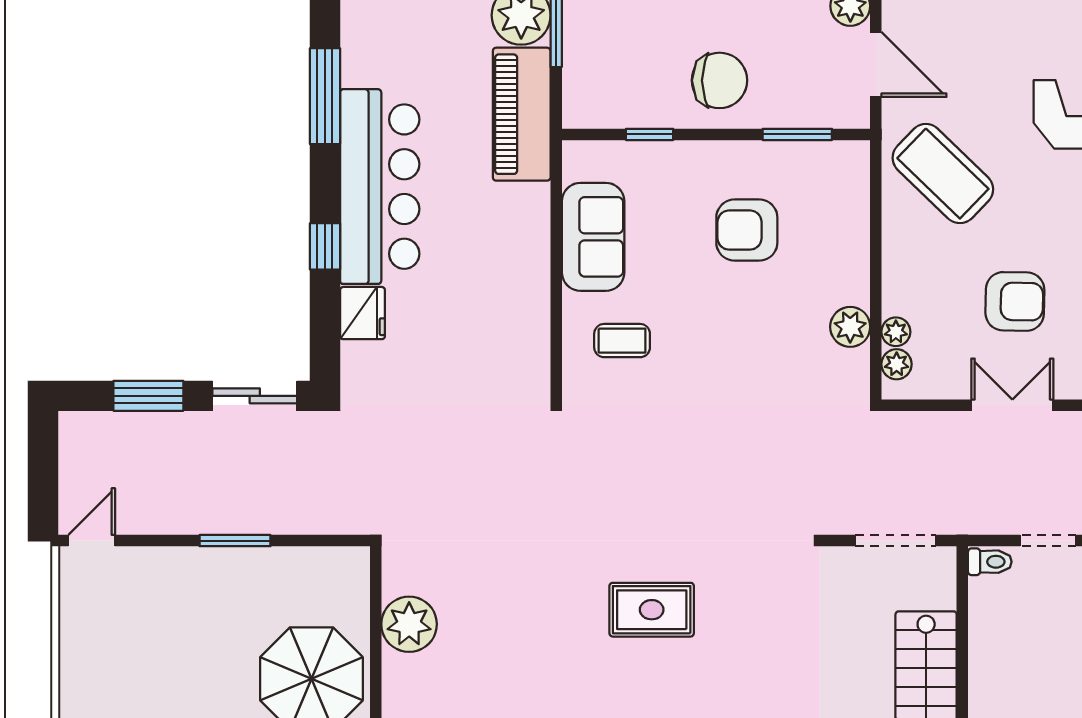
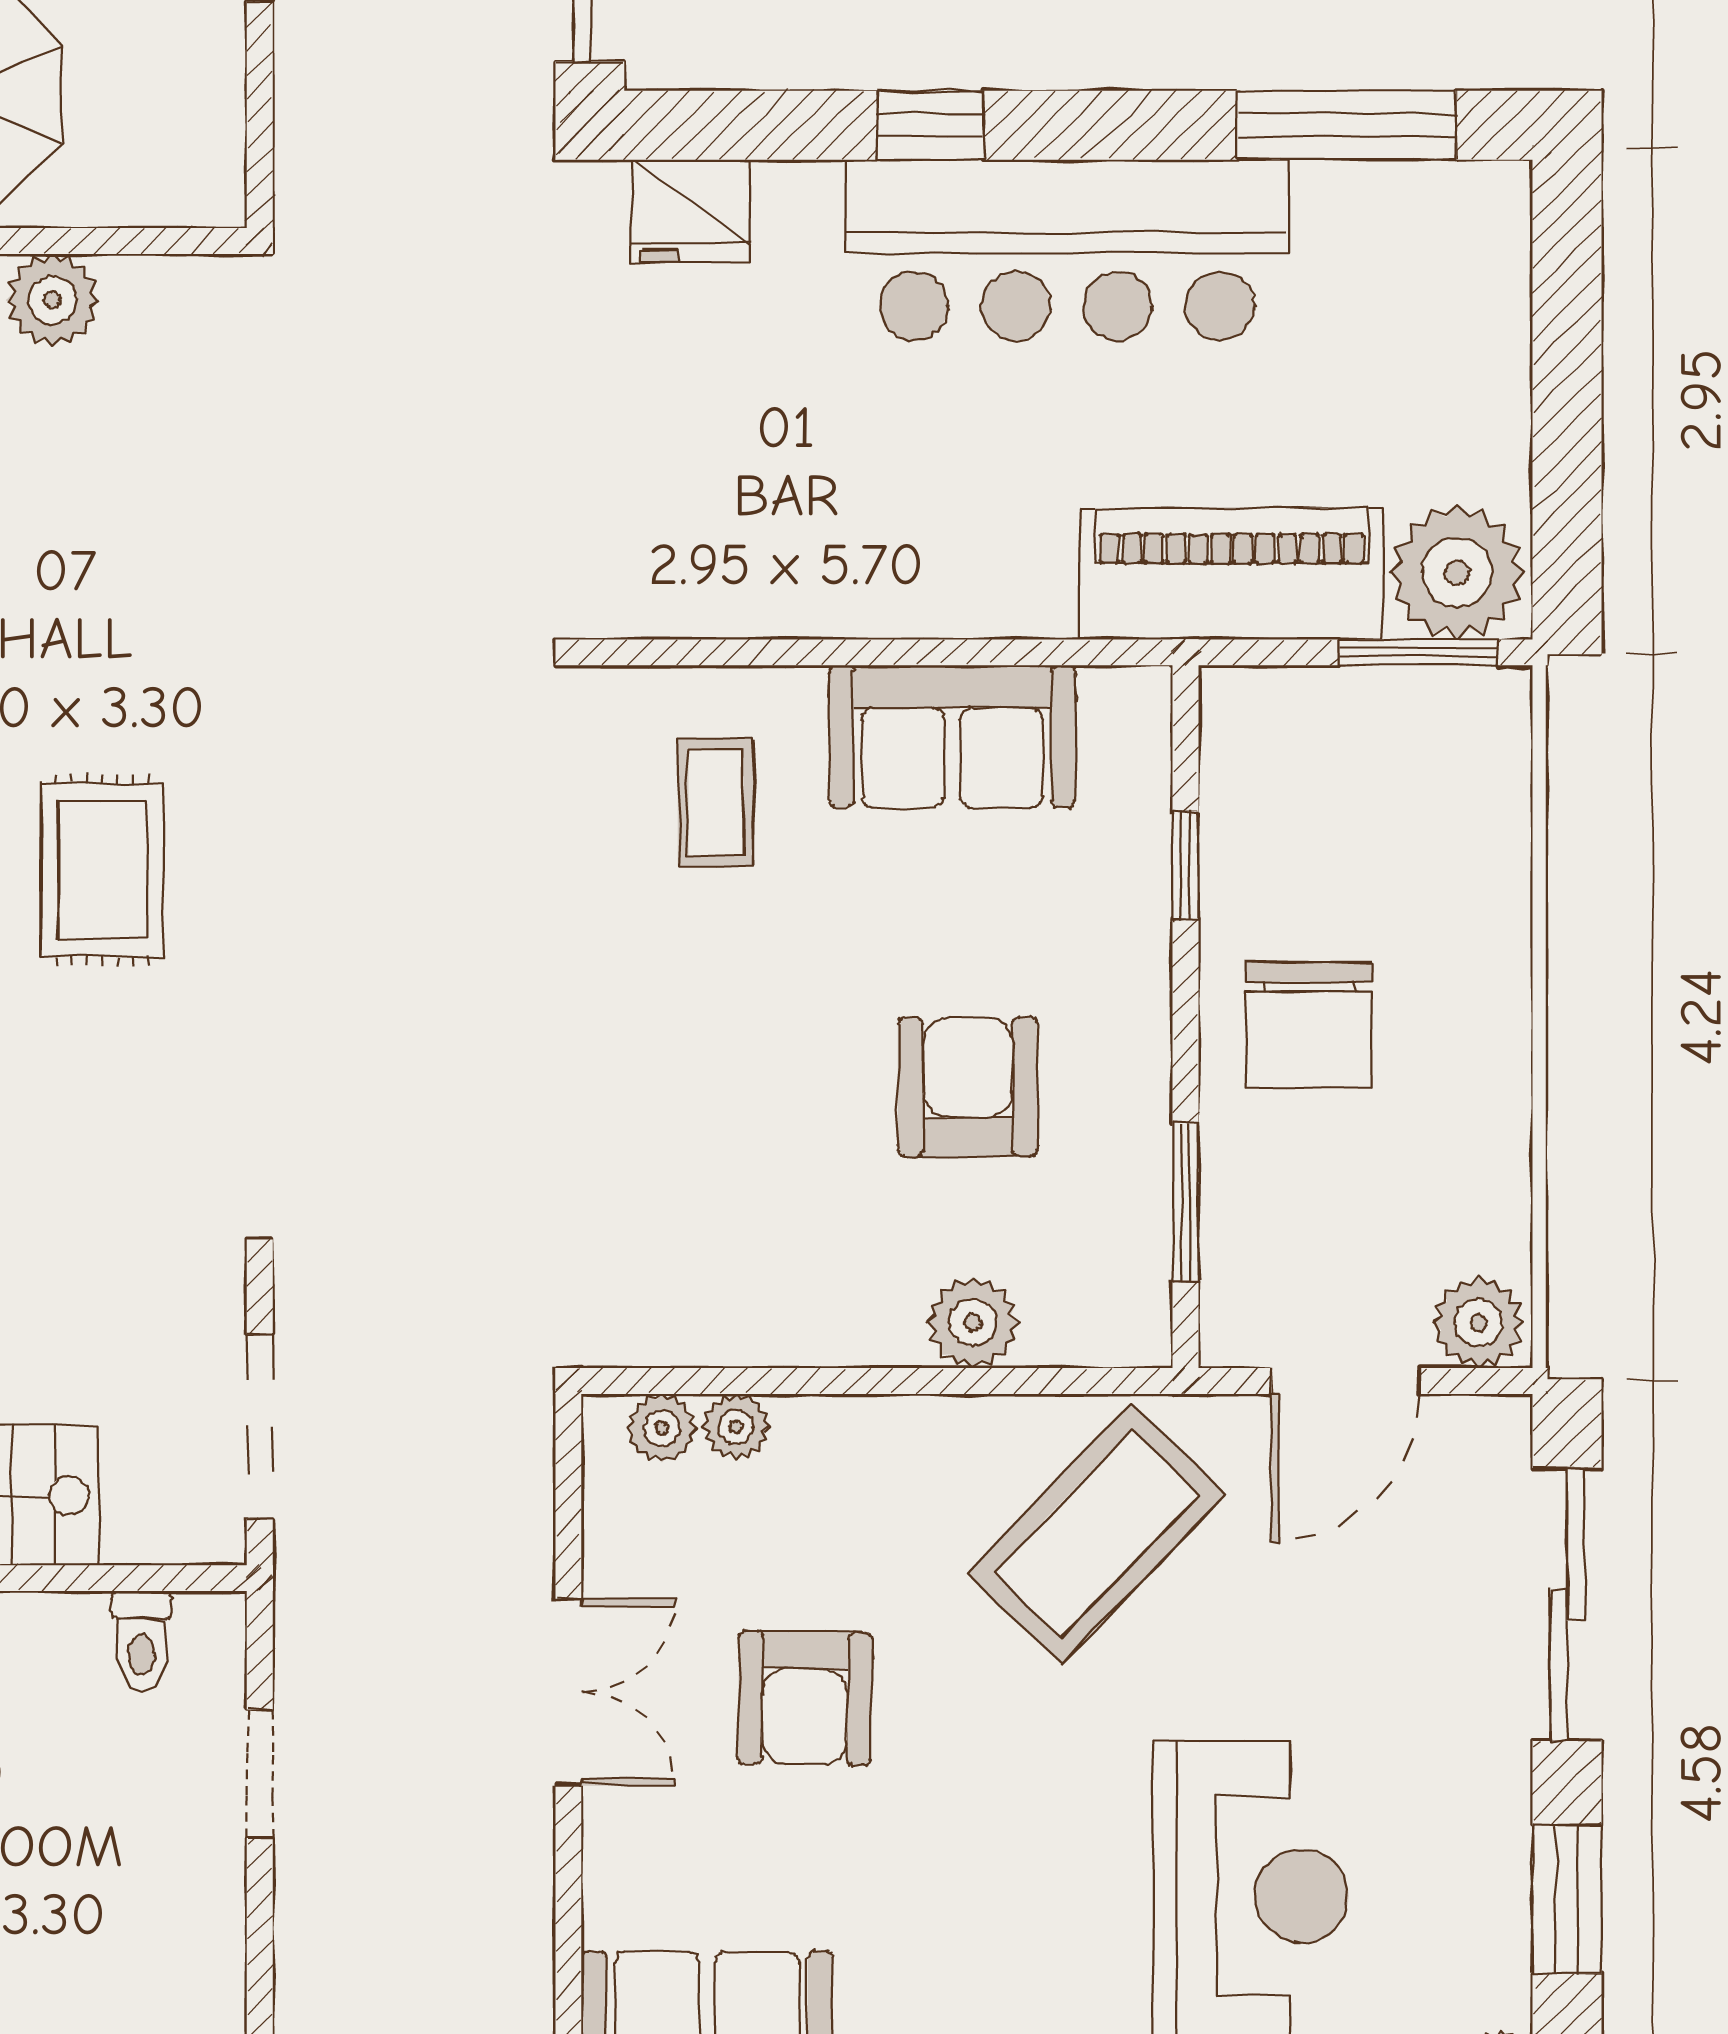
window: (325, 96) -> (1347, 125), moved
fridge: (363, 313) -> (691, 211), moved
plant: (850, 327) -> (973, 1323), moved
toilet: (990, 562) -> (142, 1641), moved
plant: (409, 624) -> (52, 300), width x0.73, depth x0.73

